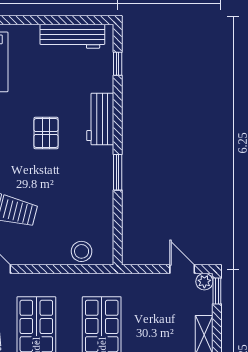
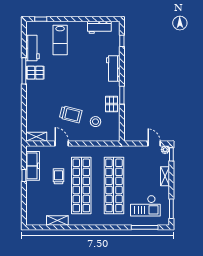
workbench: (72, 36) -> (99, 27), width x0.73
pallet: (46, 133) -> (111, 104), moved
stool: (82, 251) -> (95, 122), moved

